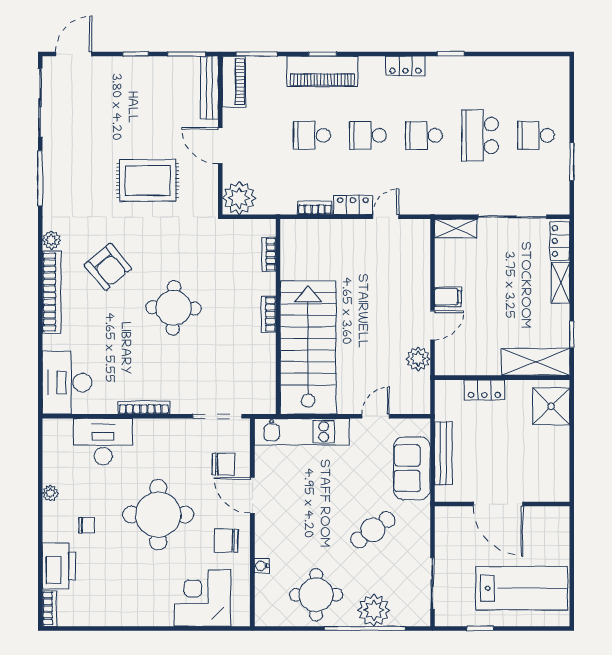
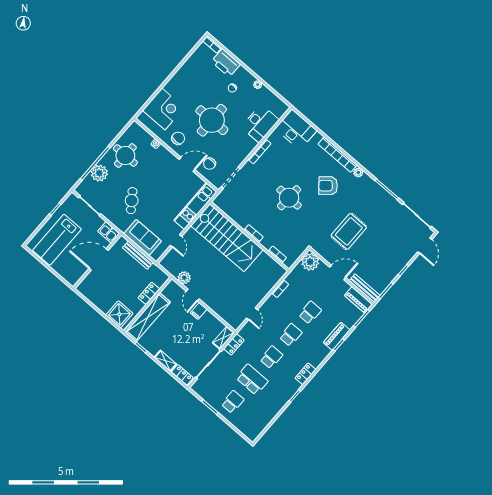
piano: (322, 71) -> (337, 336), width x0.73, depth x0.75
locker: (353, 205) -> (234, 344), moved
shelving: (536, 362) -> (148, 317), width x1.47
kitchen sink: (447, 523) -> (109, 232), added

